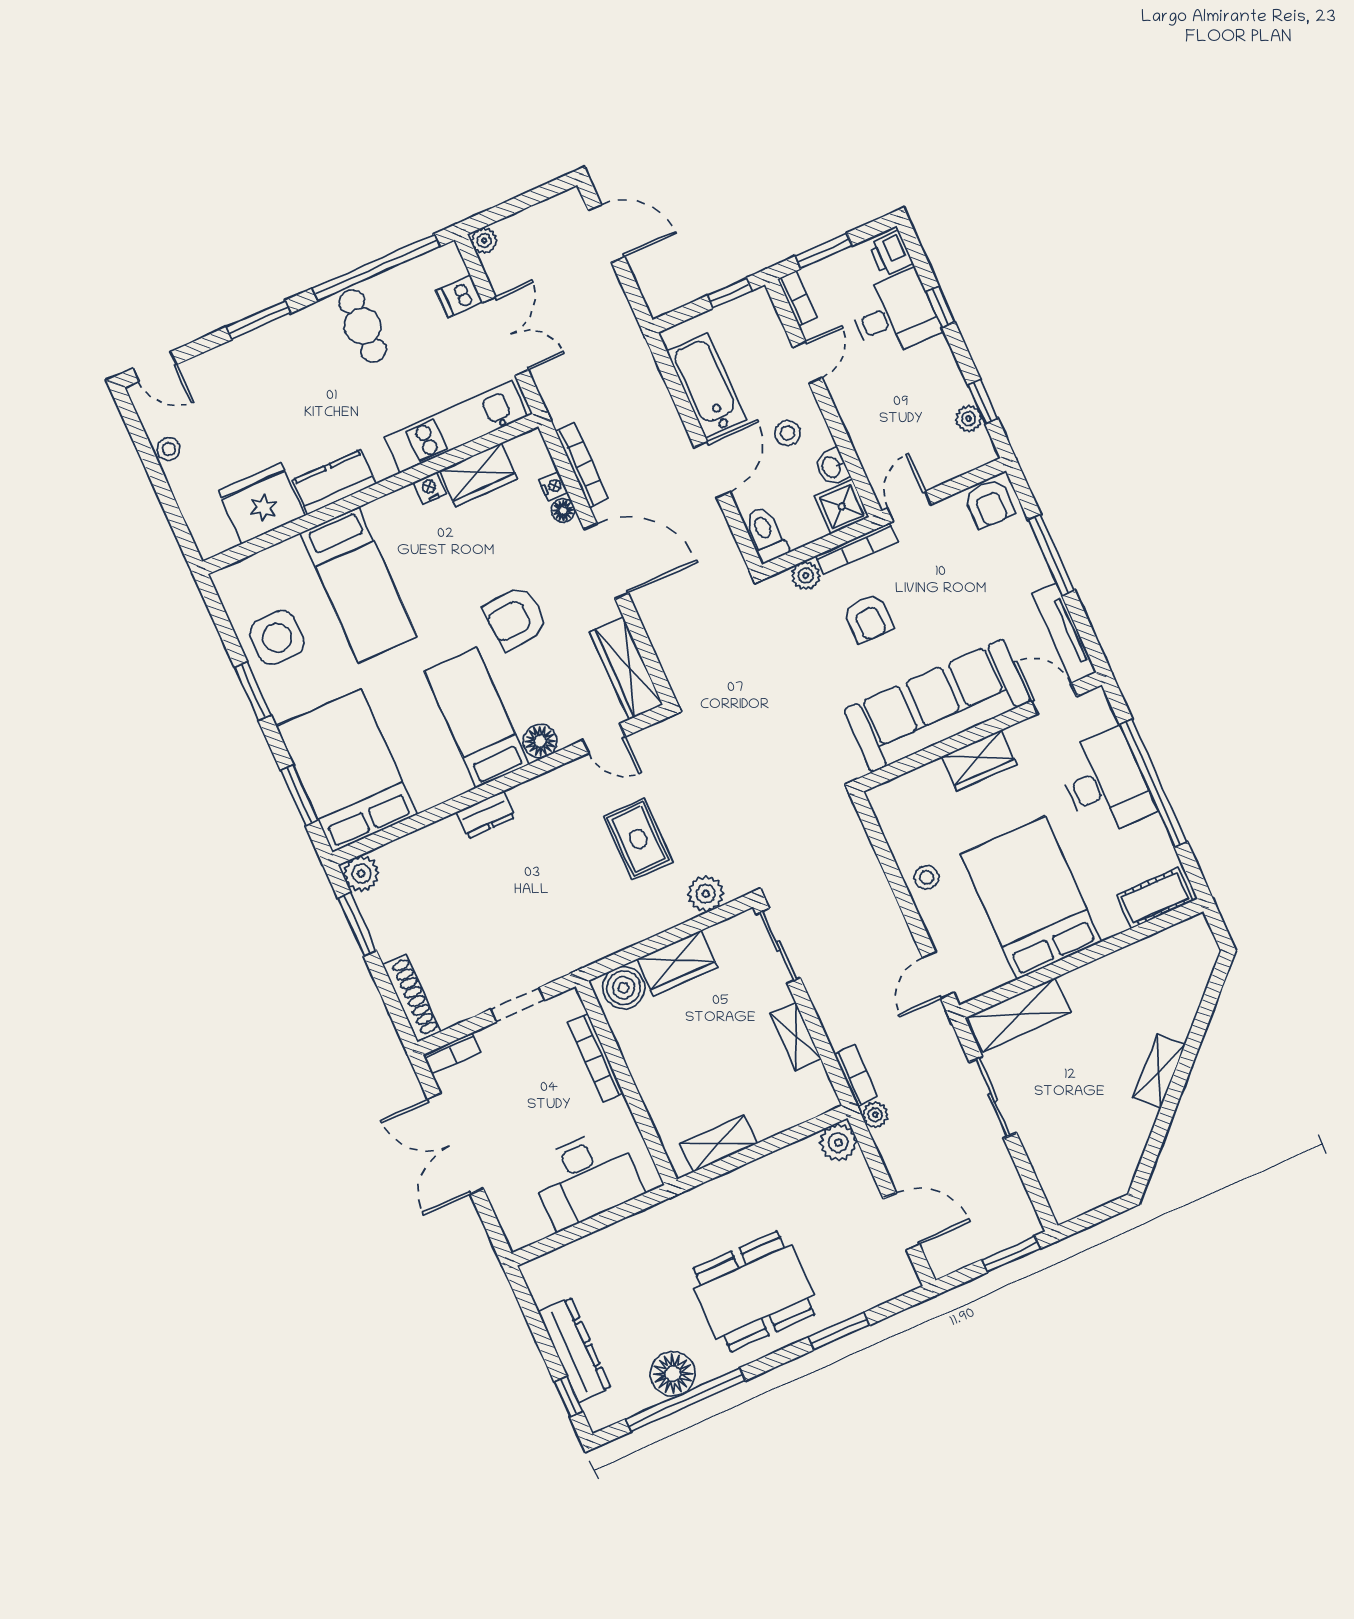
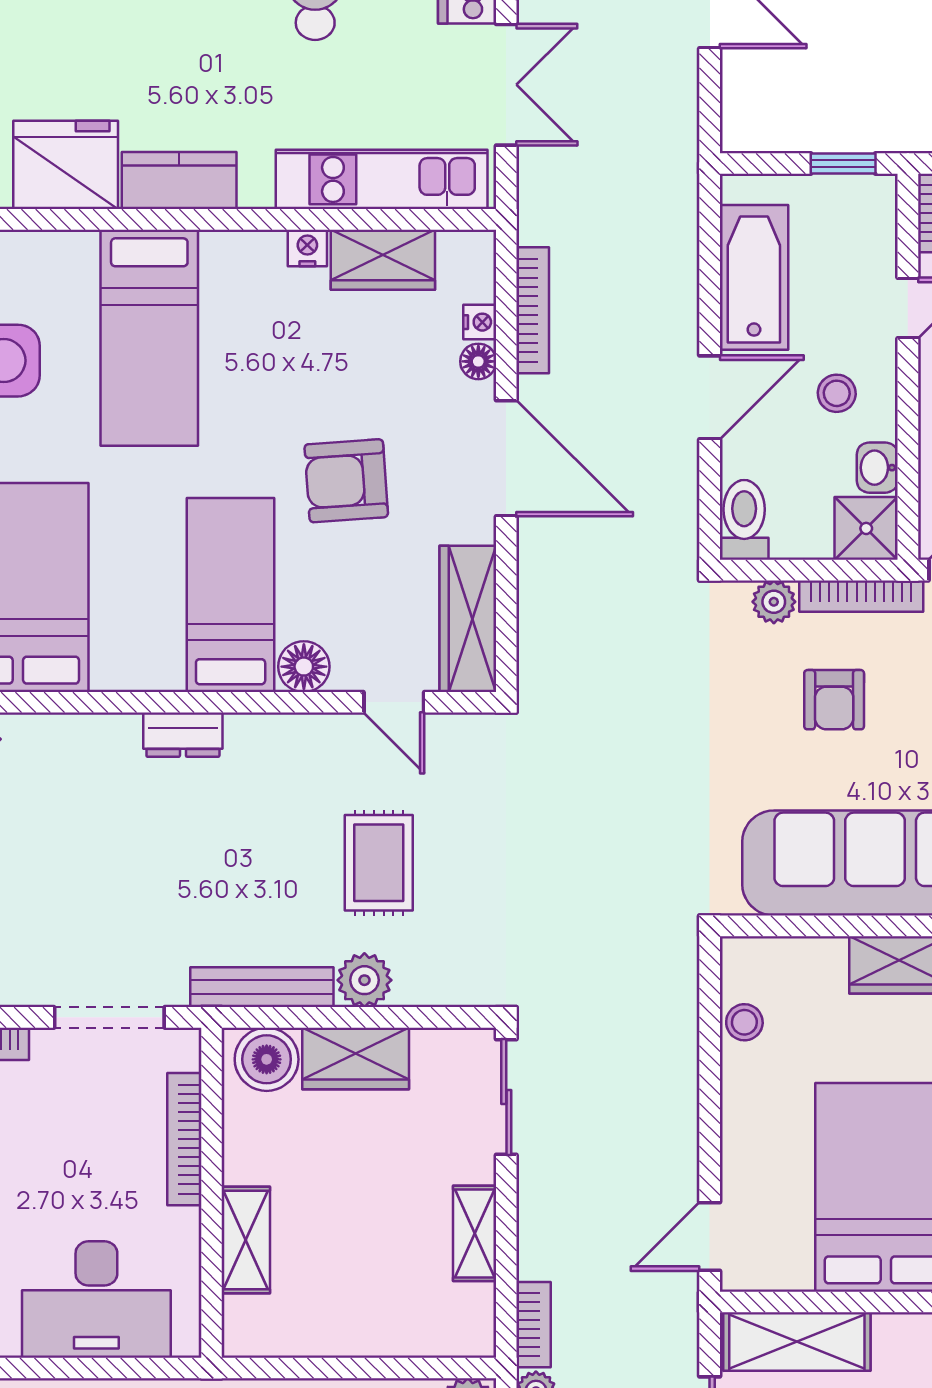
stool: (927, 877) -> (744, 1022), moved
plant: (706, 894) -> (364, 980), moved
bench: (601, 946) -> (262, 987), added
doorway: (518, 1005) -> (109, 1017), width x1.38
shelving: (719, 1144) -> (246, 1240), moved, turned 90

